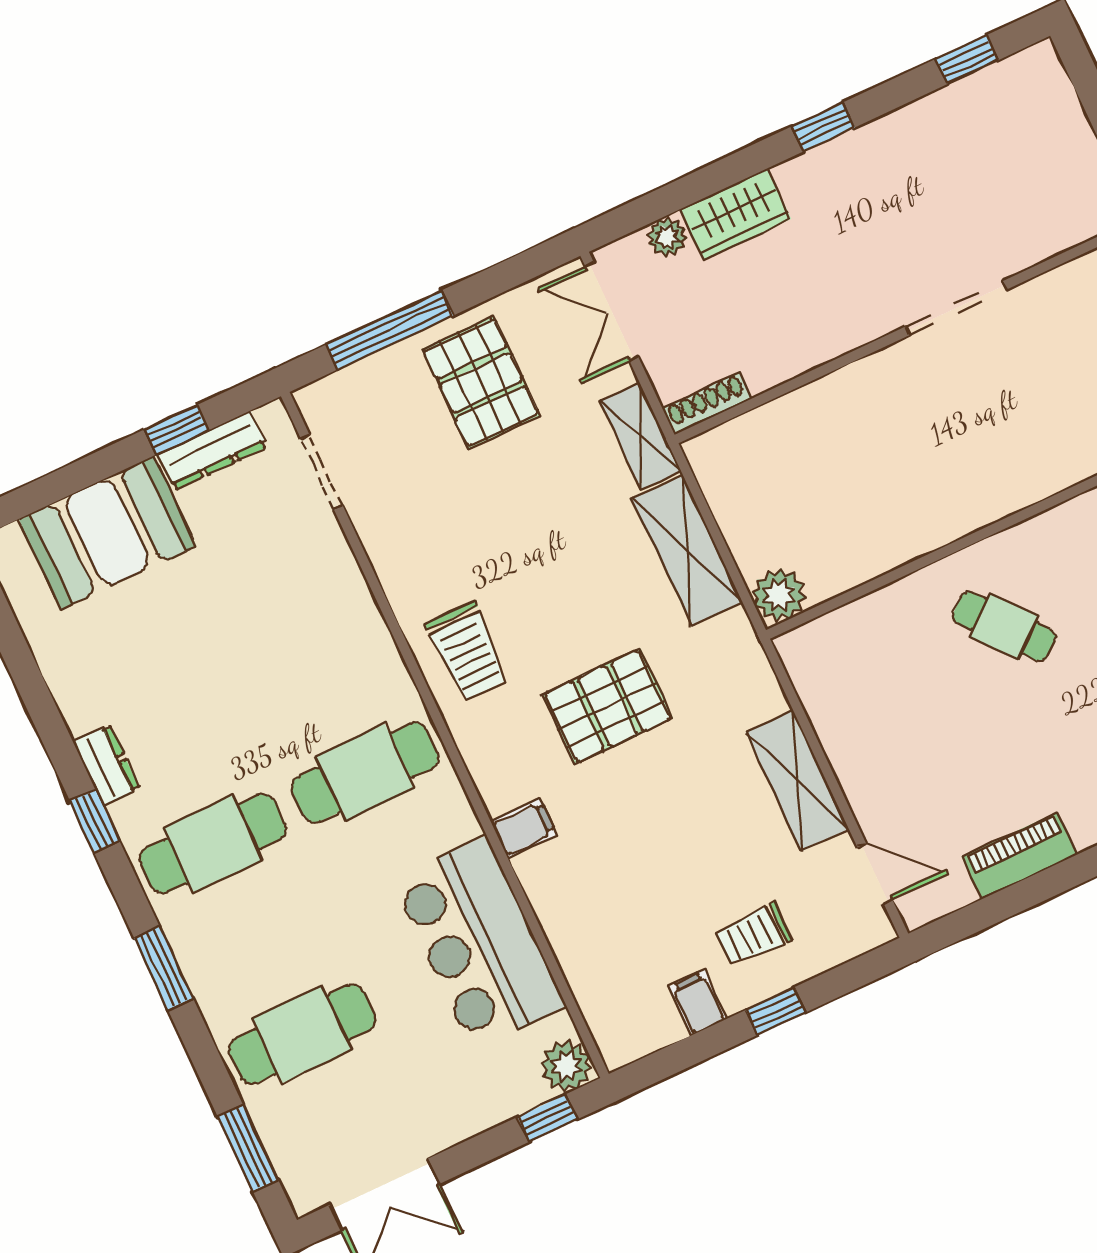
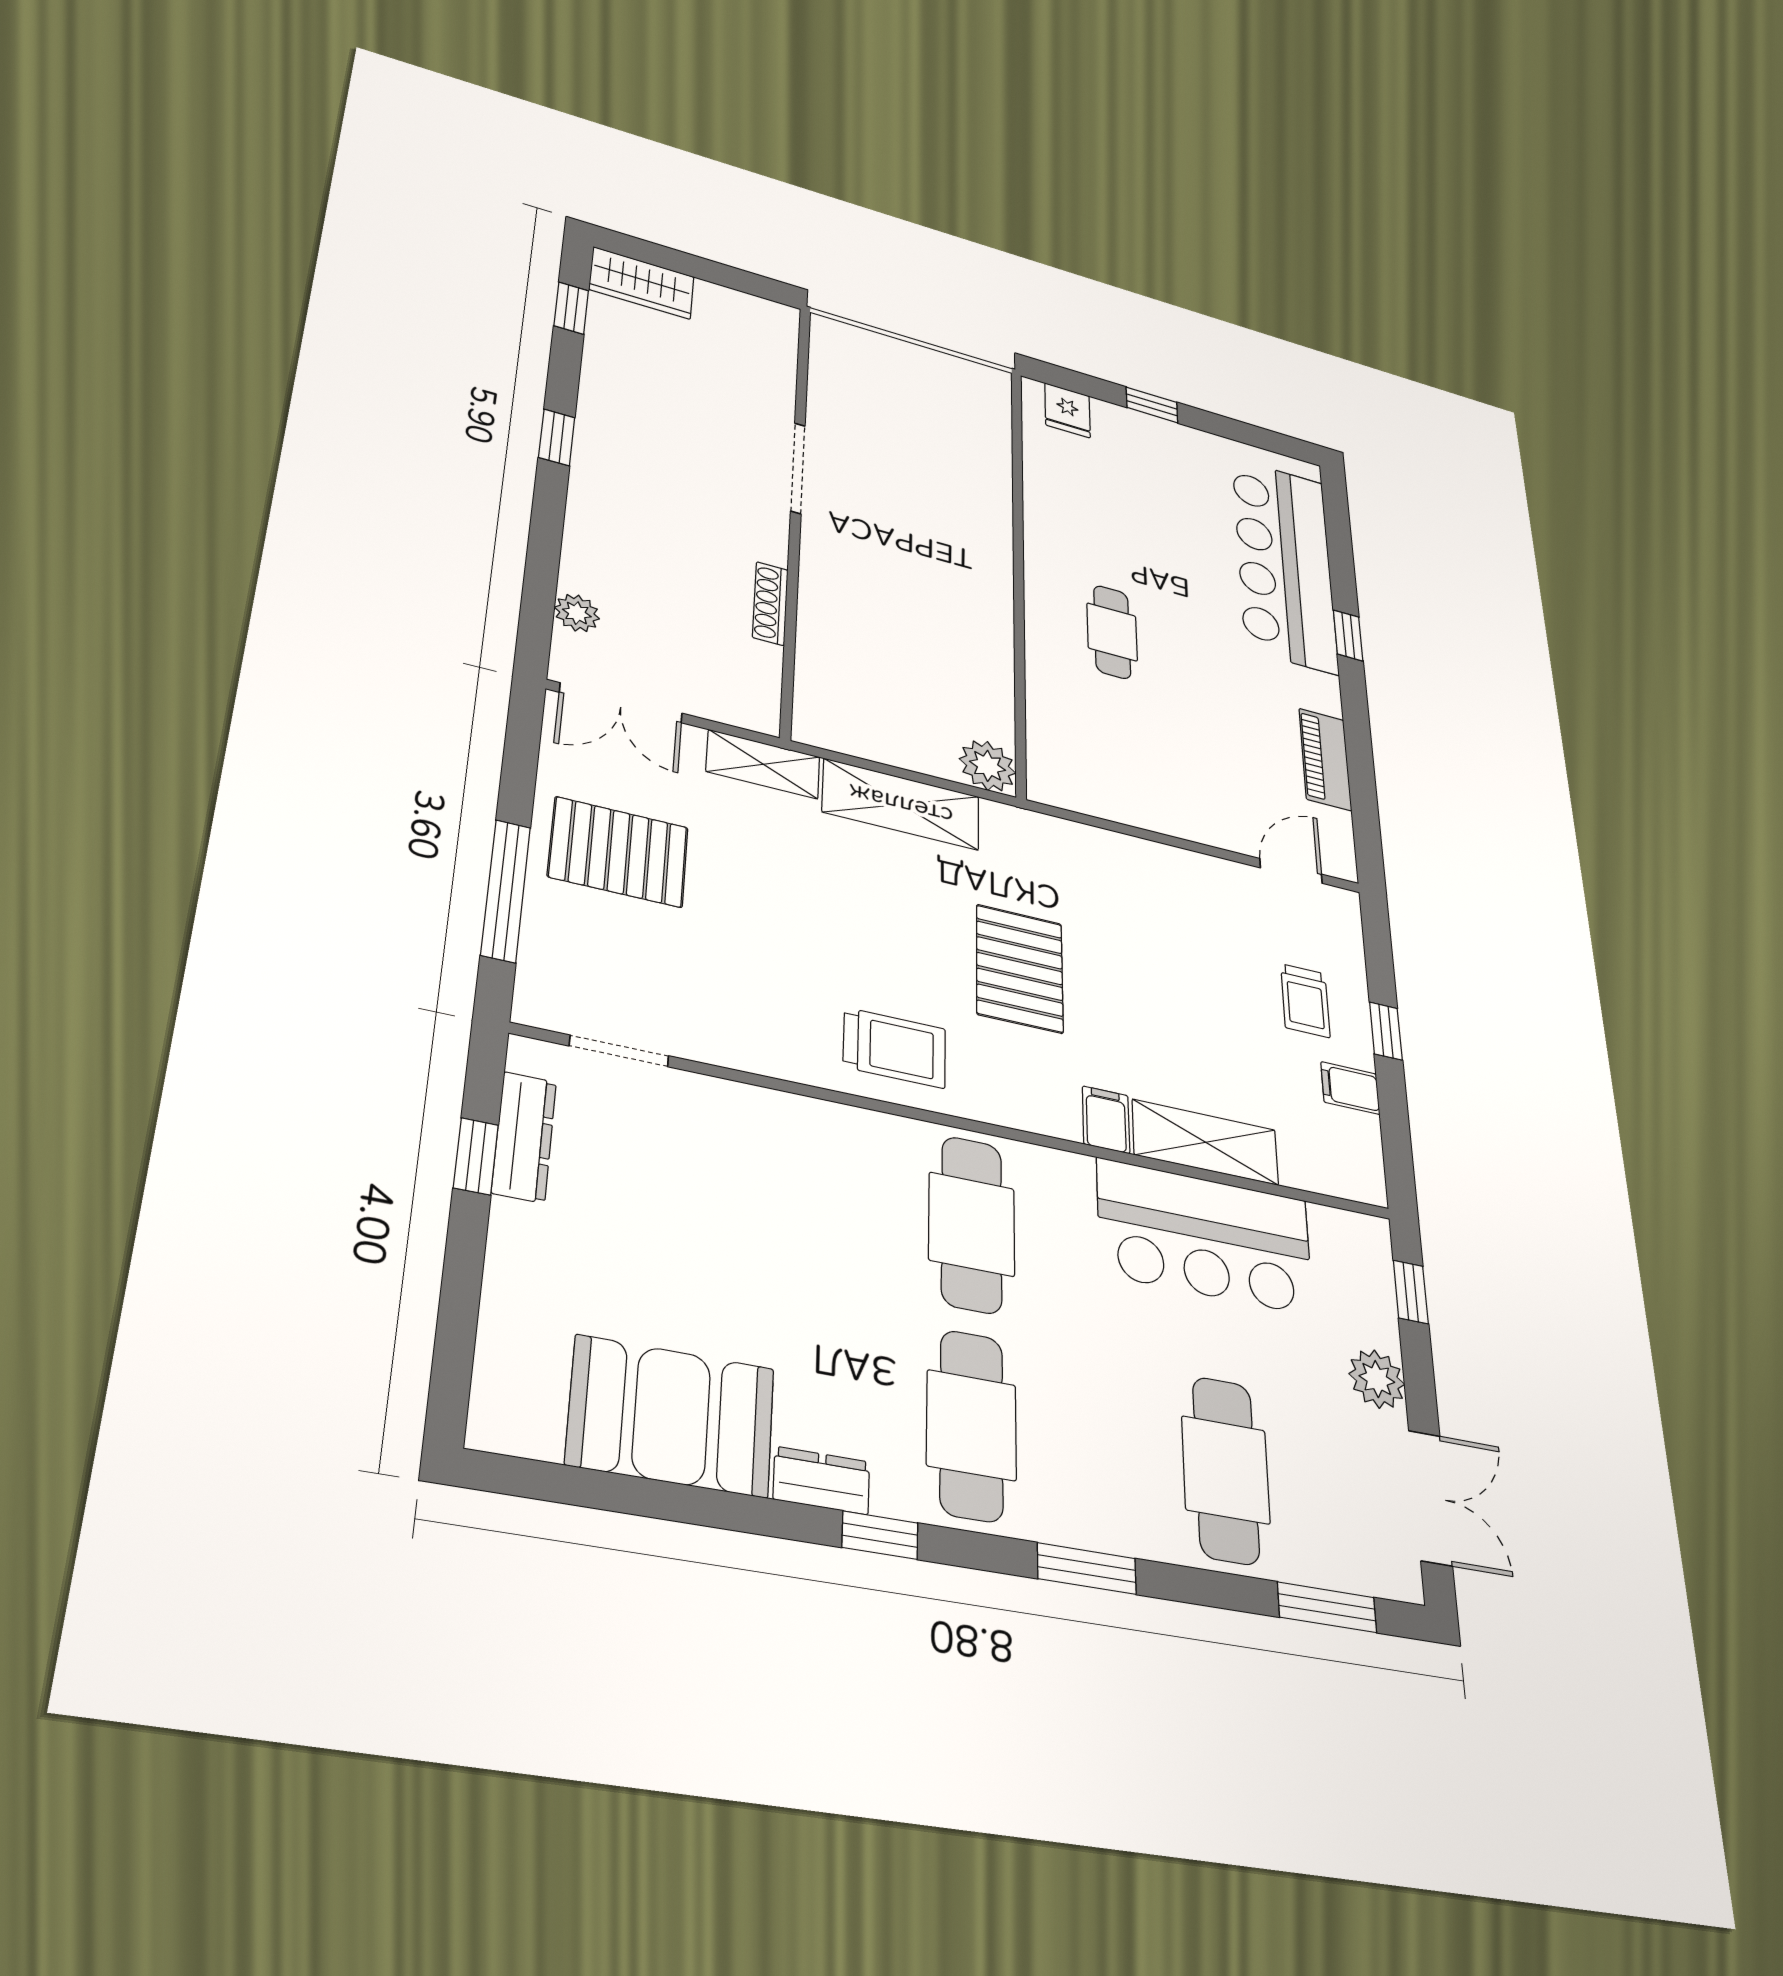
wardrobe: (736, 214) -> (642, 283), moved, turned 90
shoe rack: (707, 403) -> (770, 603), moved
booth: (108, 533) -> (671, 1416), moved, turned 90
cafe table: (1004, 627) -> (1112, 632), turned -50
shelving: (797, 781) -> (1205, 1142), moved
plant: (566, 1066) -> (1377, 1379), moved

